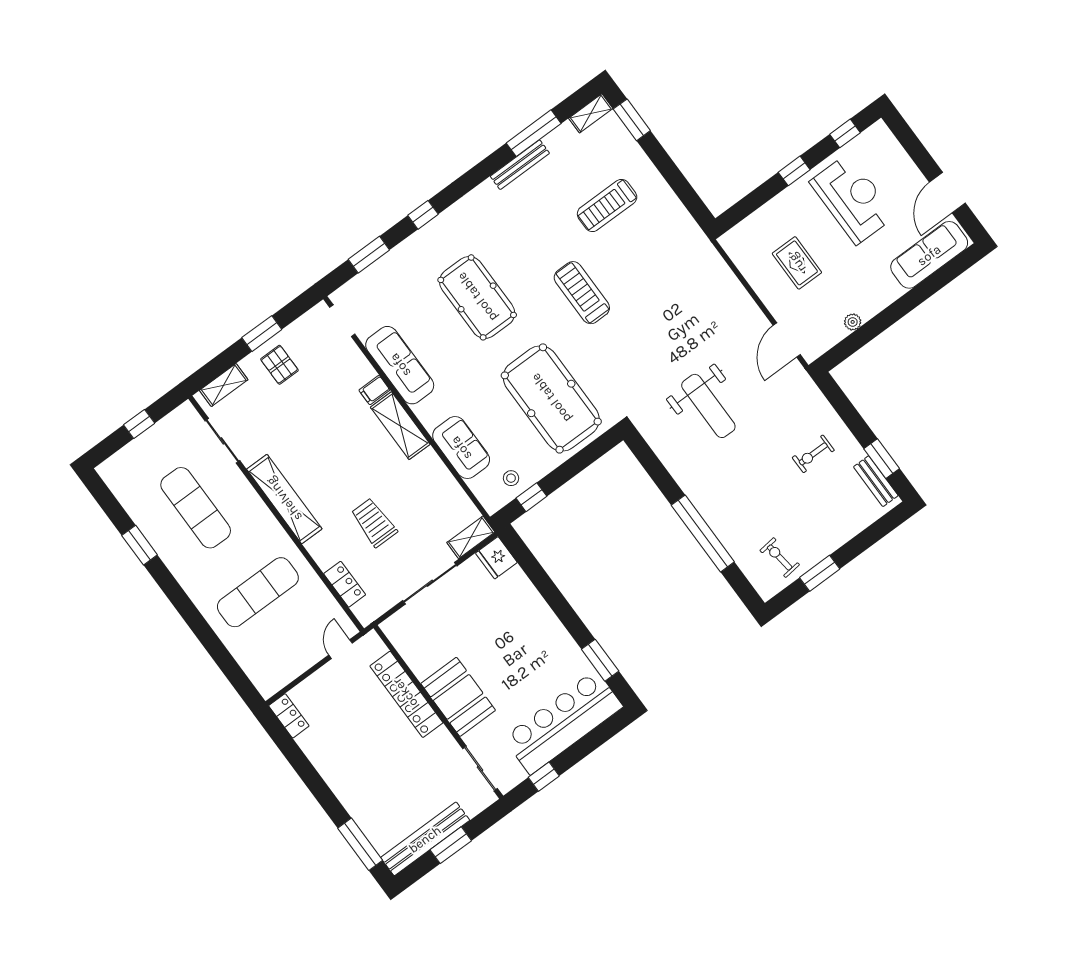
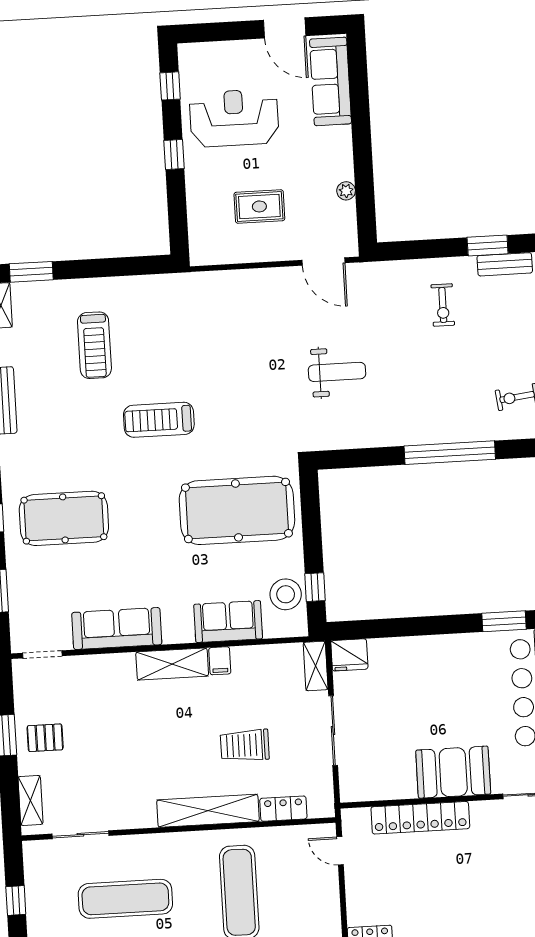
pool table: (477, 297) -> (64, 518), moved
filing cabinet: (374, 390) -> (220, 661), moved
weight bench: (708, 406) -> (337, 372), width x0.73, depth x0.75
stool: (511, 478) -> (286, 594), width x1.89, depth x1.89
shelving: (284, 499) -> (208, 811), moved

